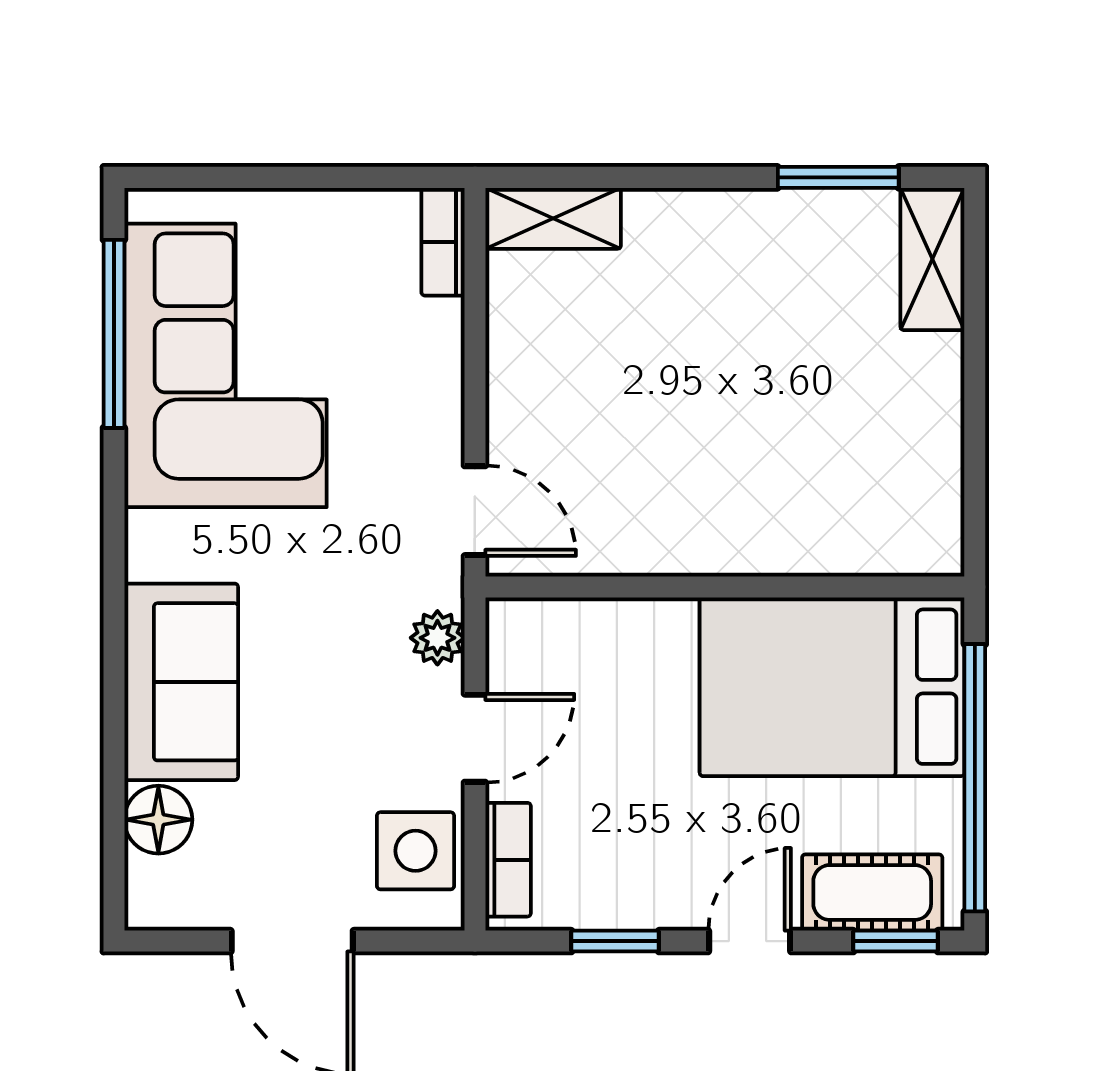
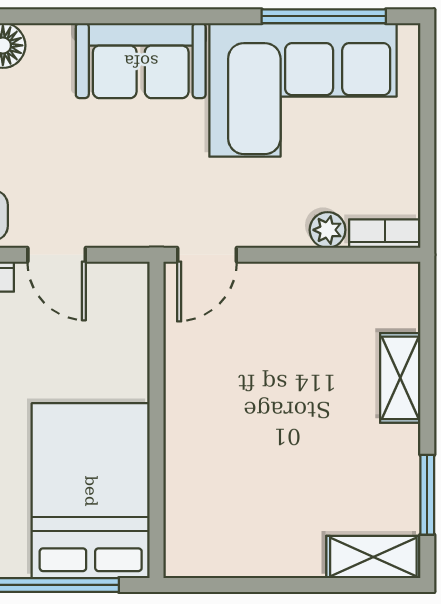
shelving: (553, 218) -> (400, 378), moved
plant: (437, 638) -> (328, 230), moved
sofa: (181, 682) -> (141, 61), moved

